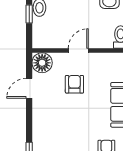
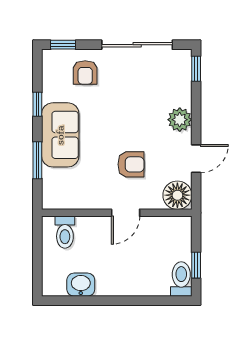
armchair: (74, 84) -> (131, 164), turned -90
plant: (40, 115) -> (180, 120), added

